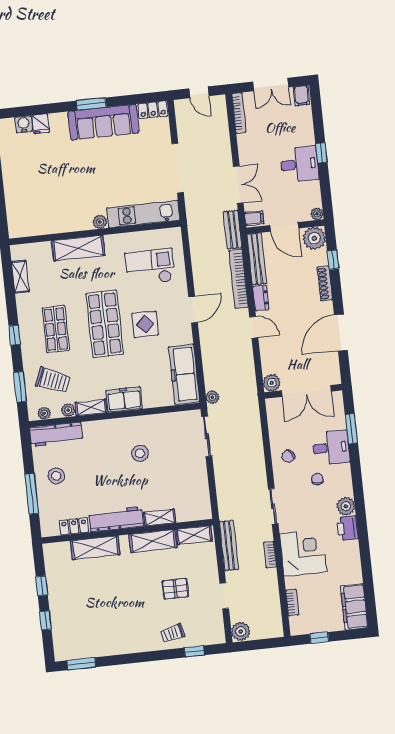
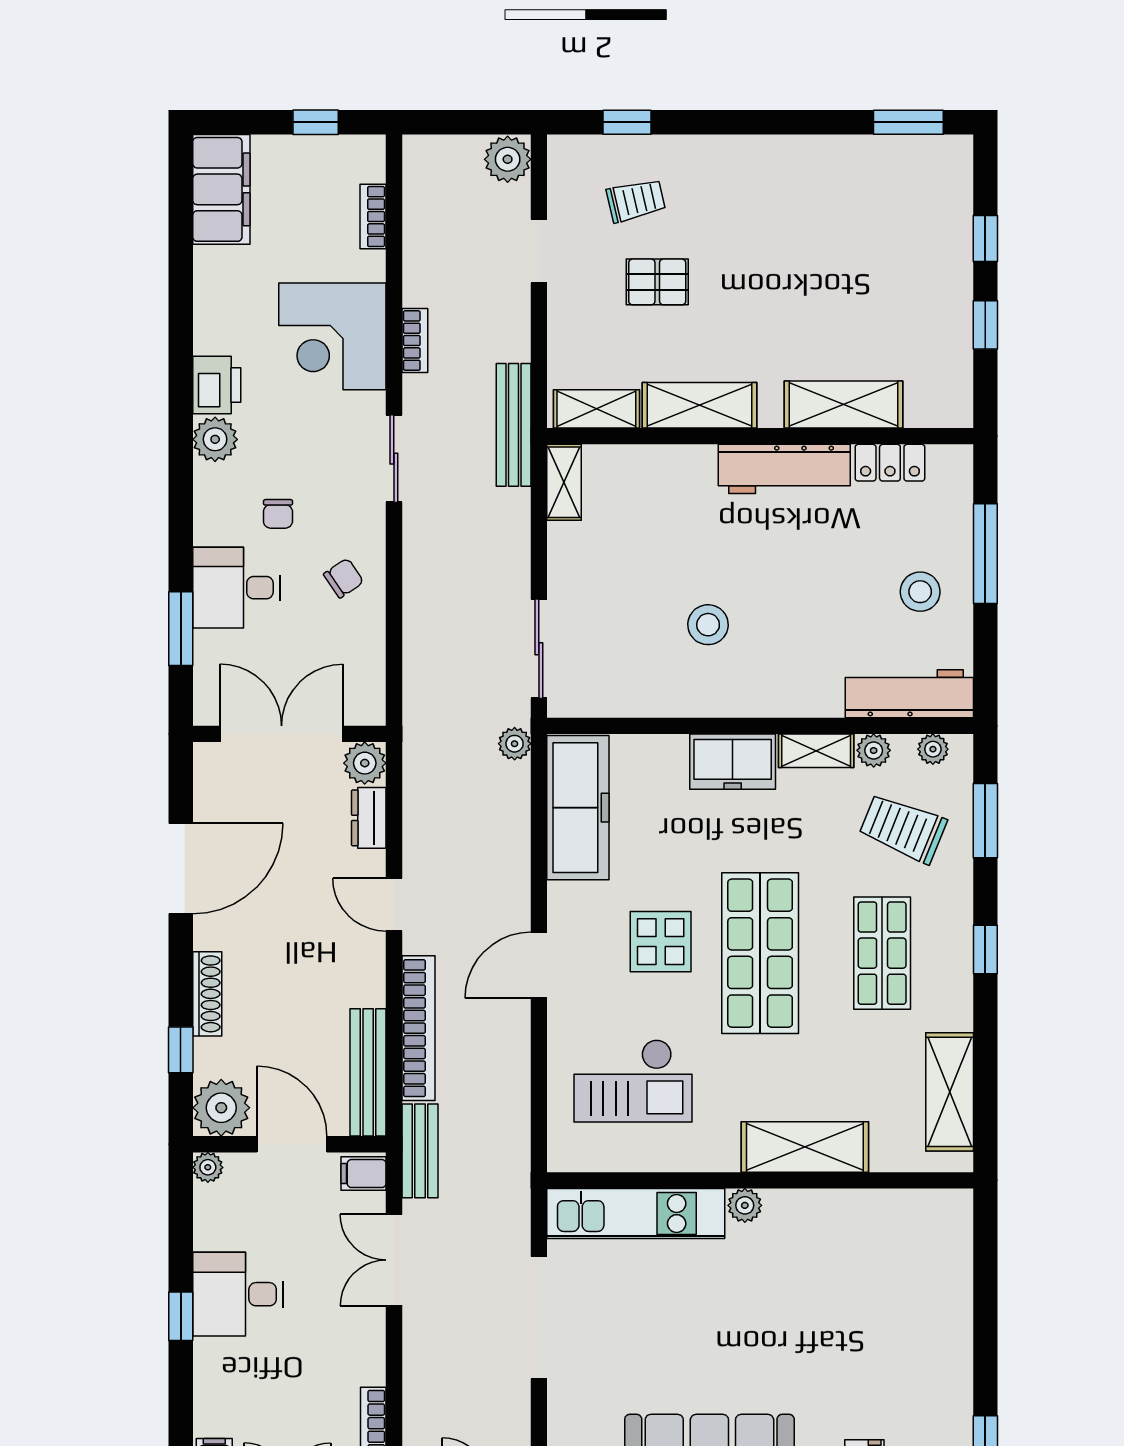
shelving: (20, 277) -> (950, 1092), width x1.50, depth x1.33
dresser: (261, 298) -> (369, 818), moved
shelving: (160, 518) -> (564, 482), moved, turned 90
bench: (229, 546) -> (514, 425), moved
trolley: (173, 633) -> (636, 201), moved

